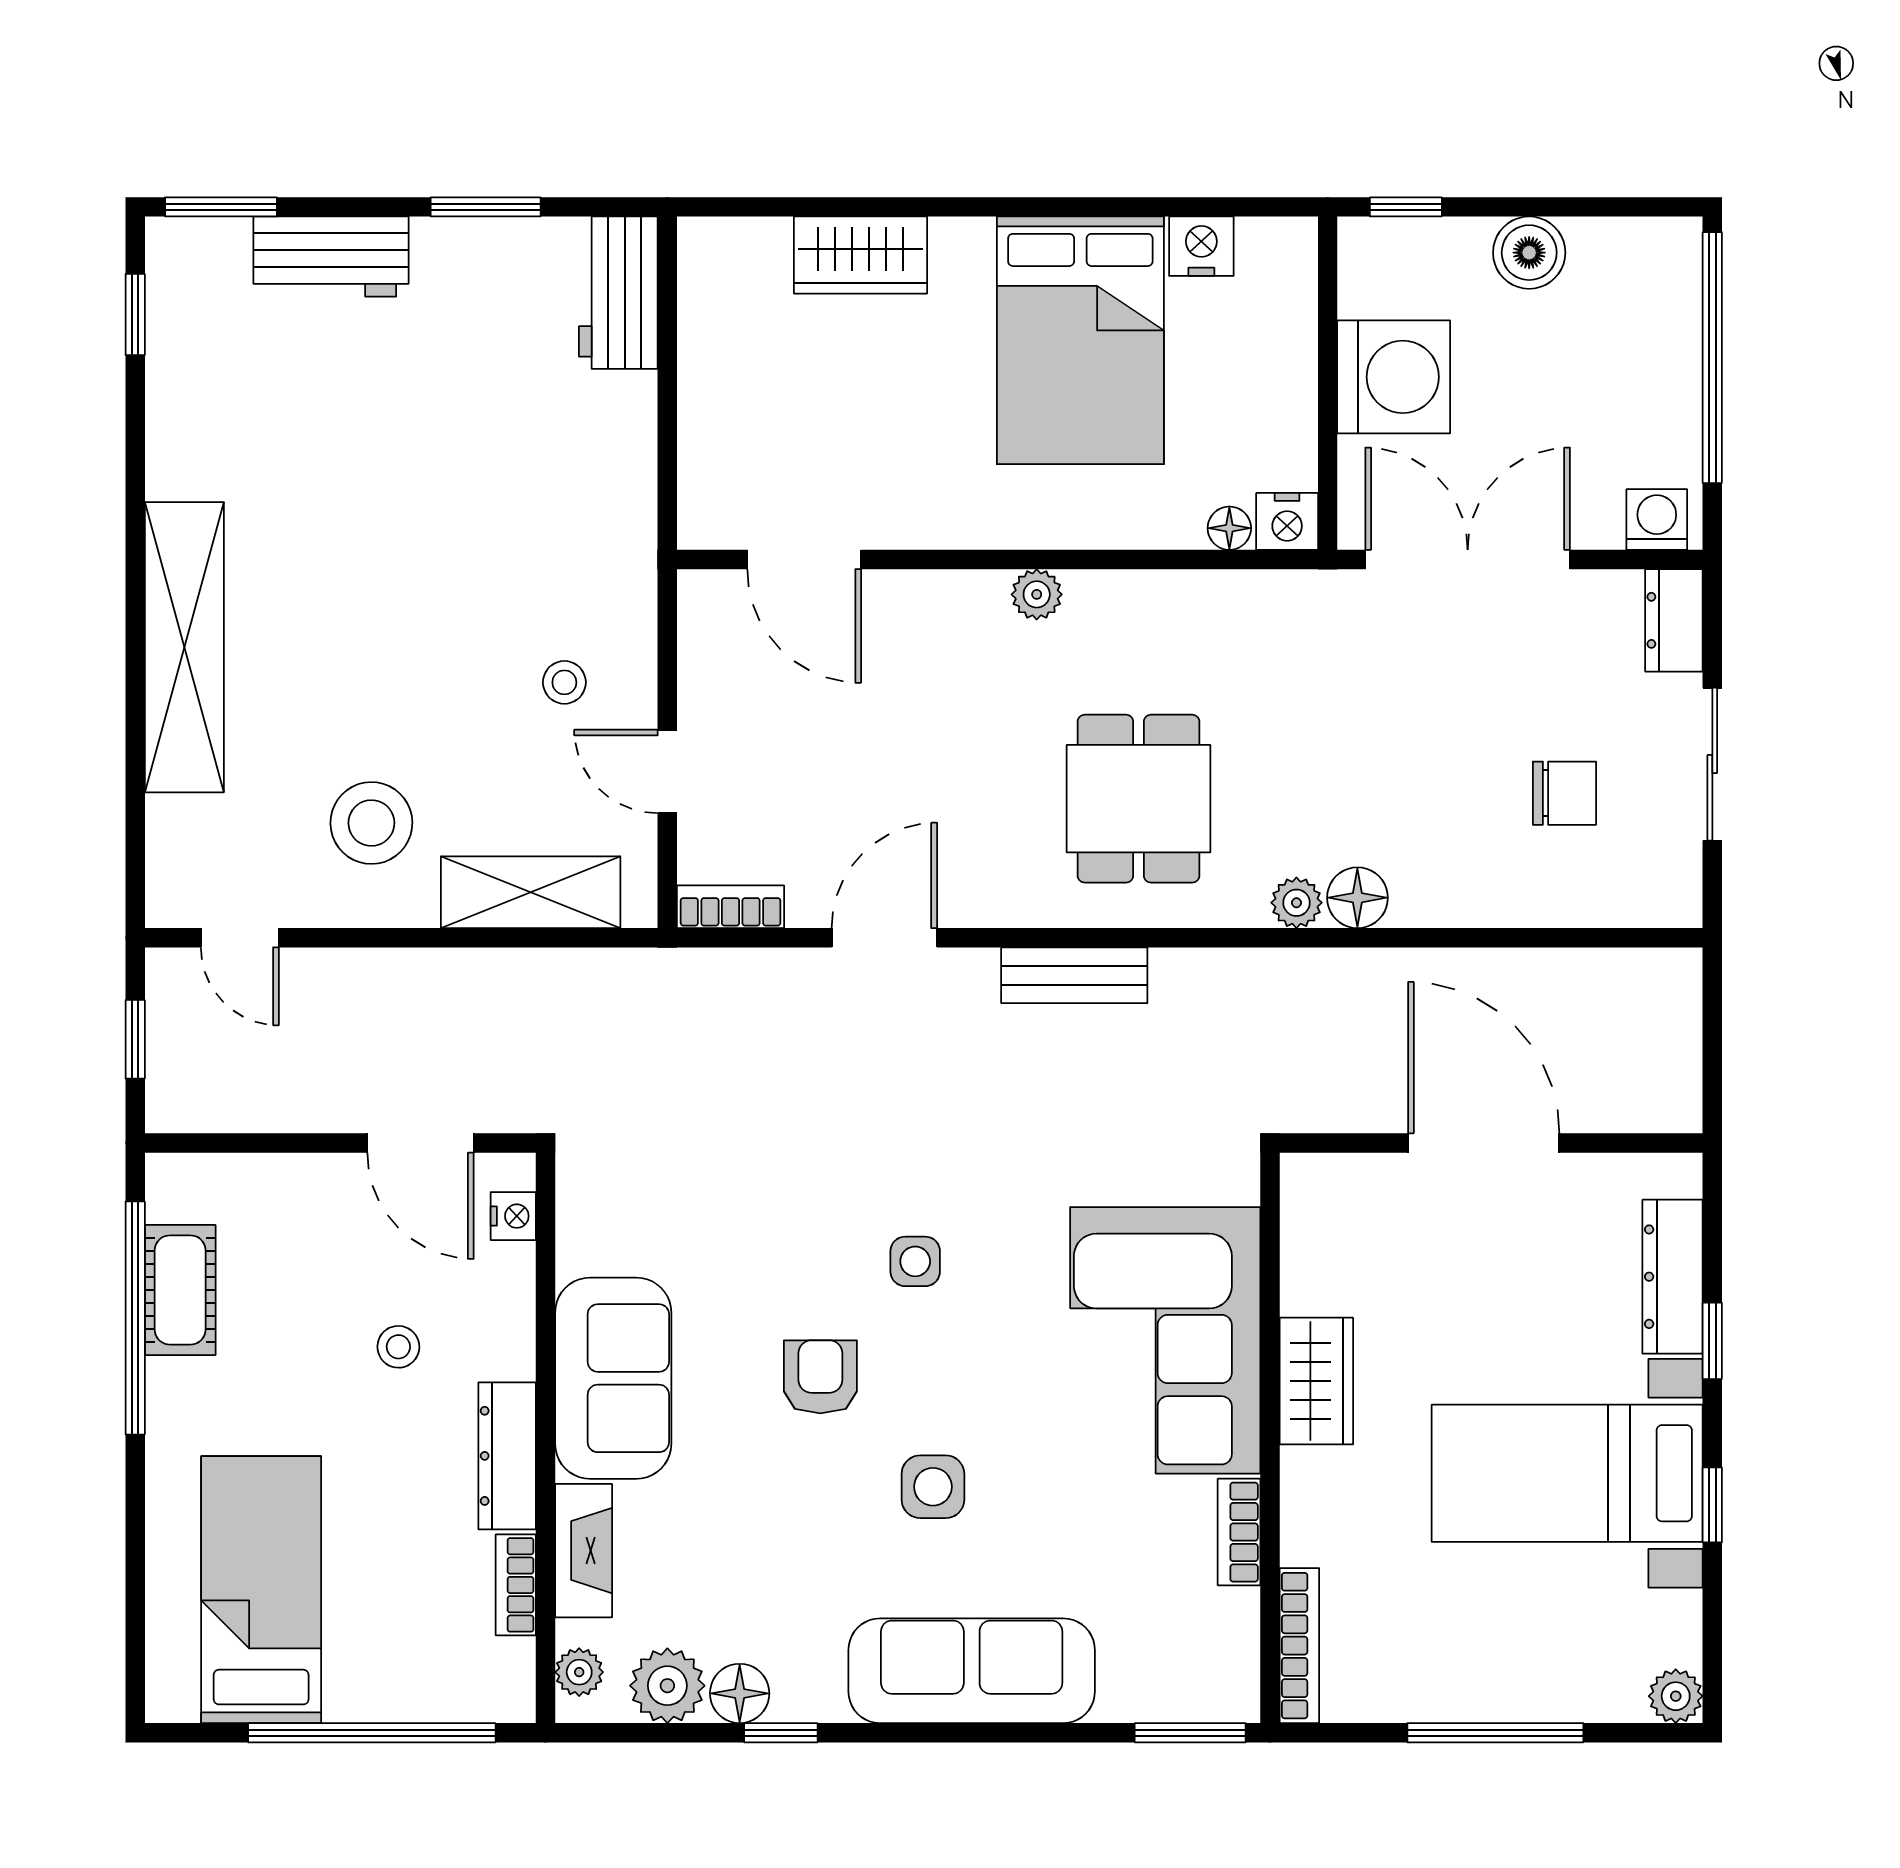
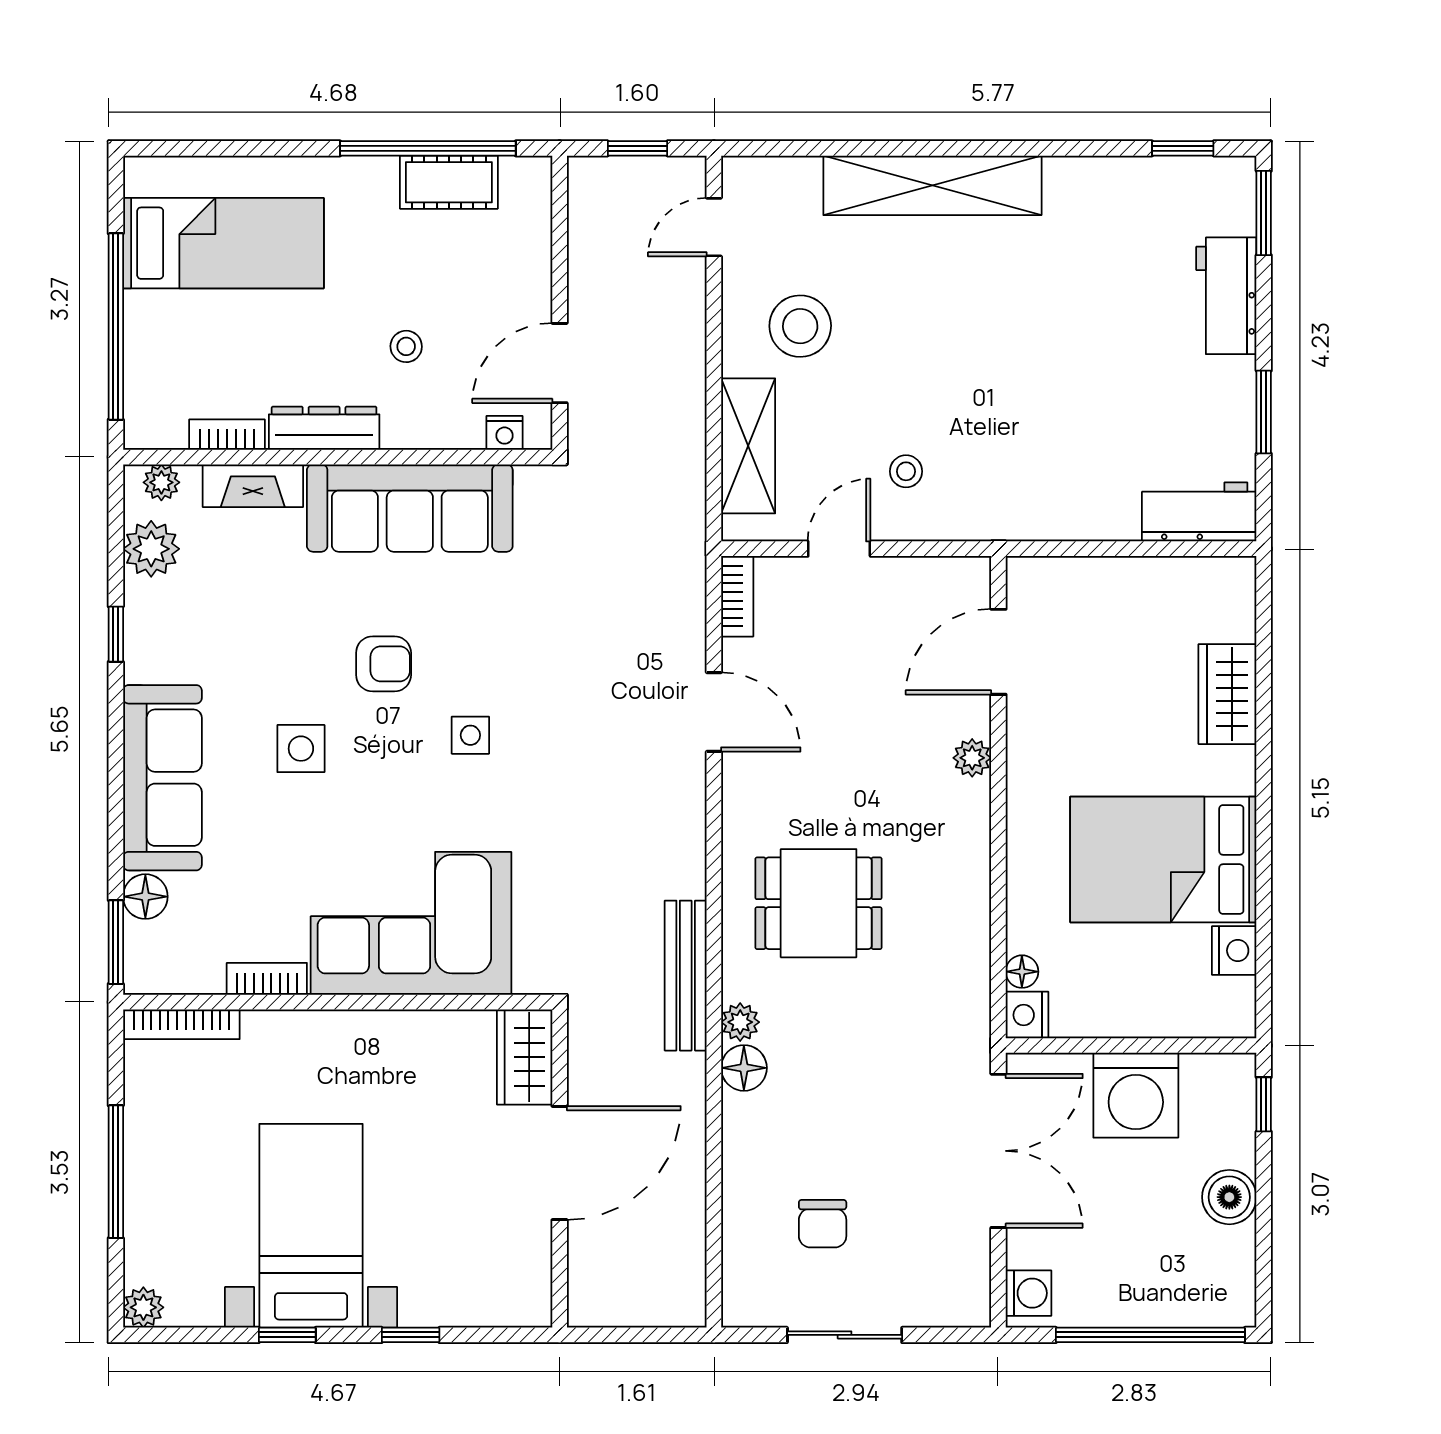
plant: (1037, 594) -> (972, 758), moved
dresser: (1674, 620) -> (953, 1306), removed
bench: (1074, 975) -> (686, 976), moved, width x1.36
dresser: (1673, 1277) -> (459, 1305), removed
sofa: (613, 1378) -> (410, 508), width x1.36
wardrobe: (1316, 1381) -> (525, 1057), moved, turned 90
floor lamp: (740, 1693) -> (145, 897), moved

